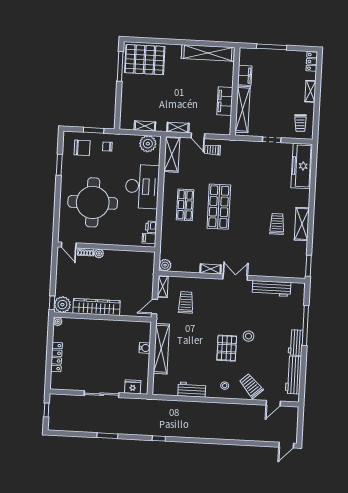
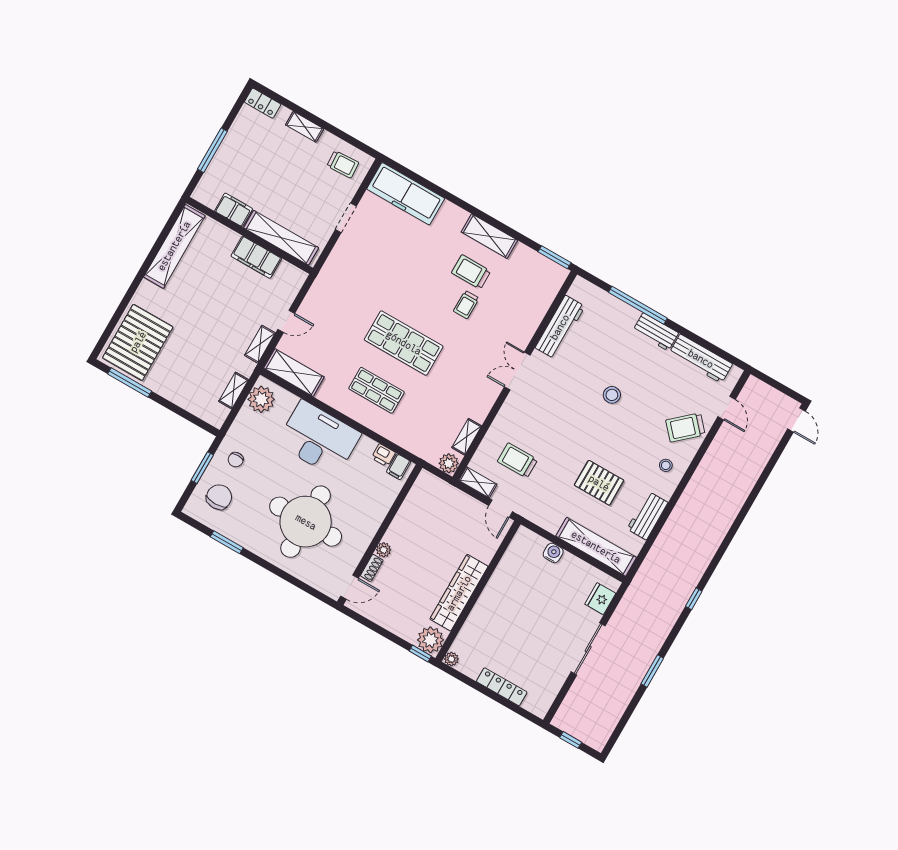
trolley: (212, 150) -> (466, 305), moved
shelving: (210, 269) -> (467, 437), moved
pallet: (227, 348) -> (599, 483), moved
shelving: (161, 349) -> (596, 547), moved

